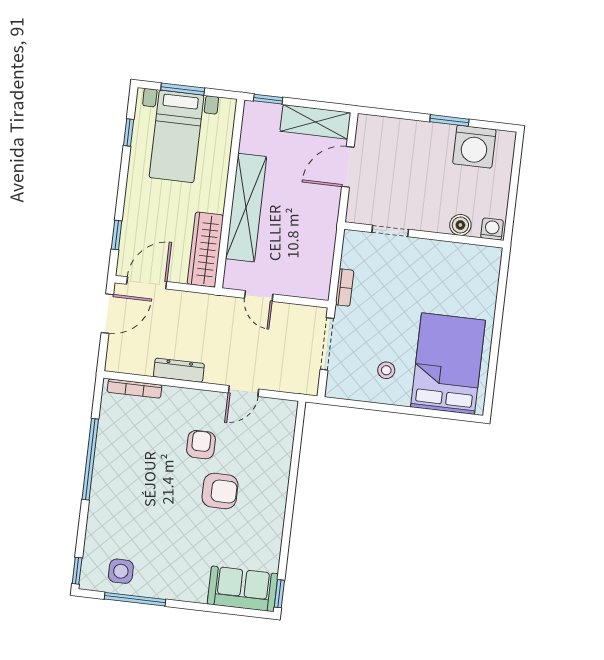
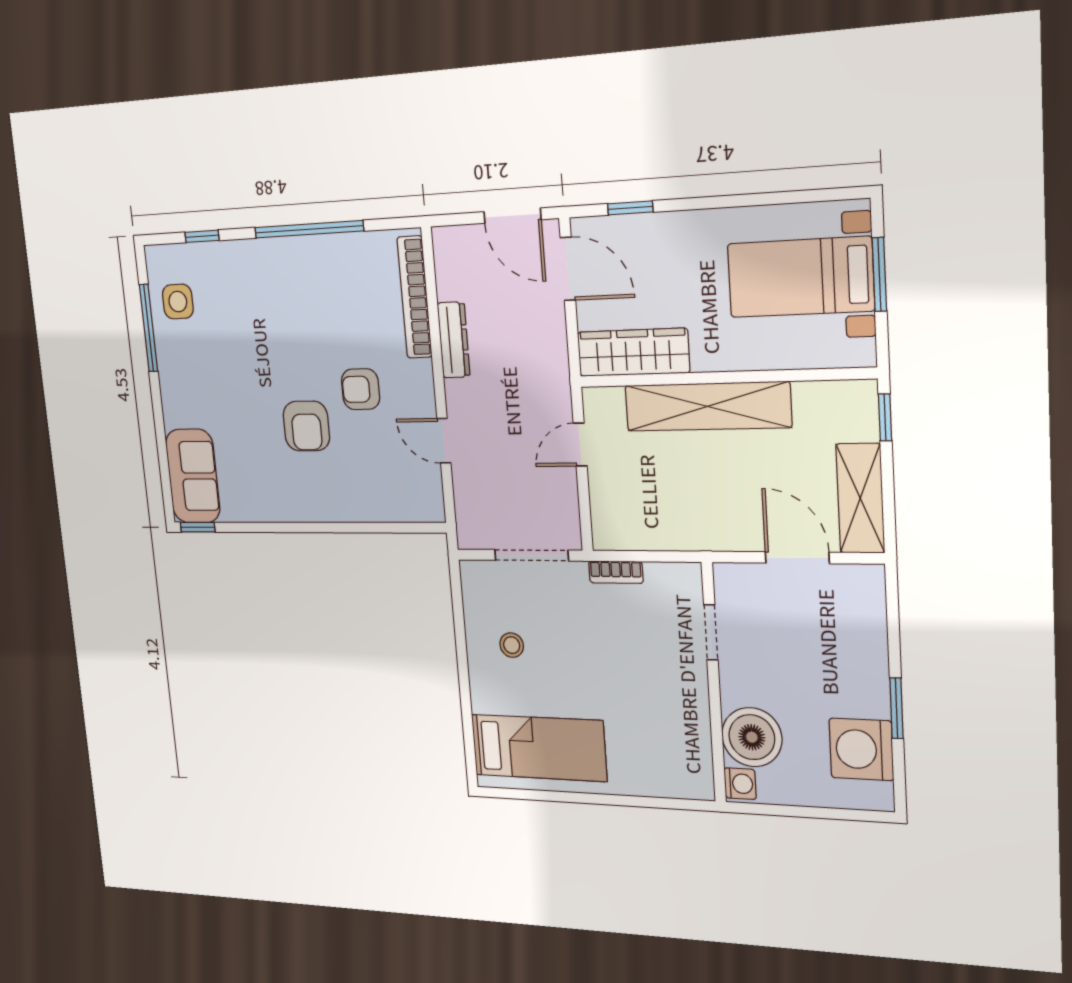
window: (129, 132) -> (794, 197), removed
boiler: (460, 225) -> (752, 737), width x1.86, depth x1.86
bed: (448, 364) -> (539, 748), width x0.67
bookcase: (134, 389) -> (415, 297), width x1.48, depth x1.31
armchair: (201, 445) -> (361, 389), turned 180
window: (77, 571) -> (202, 236), moved

